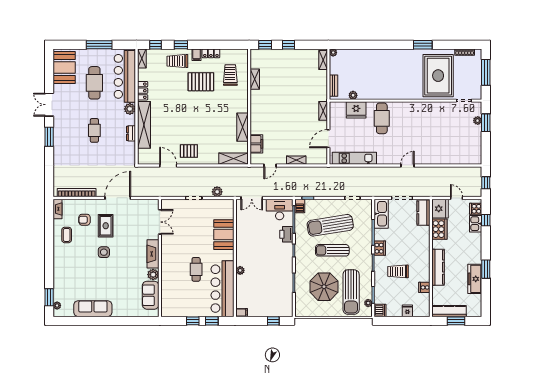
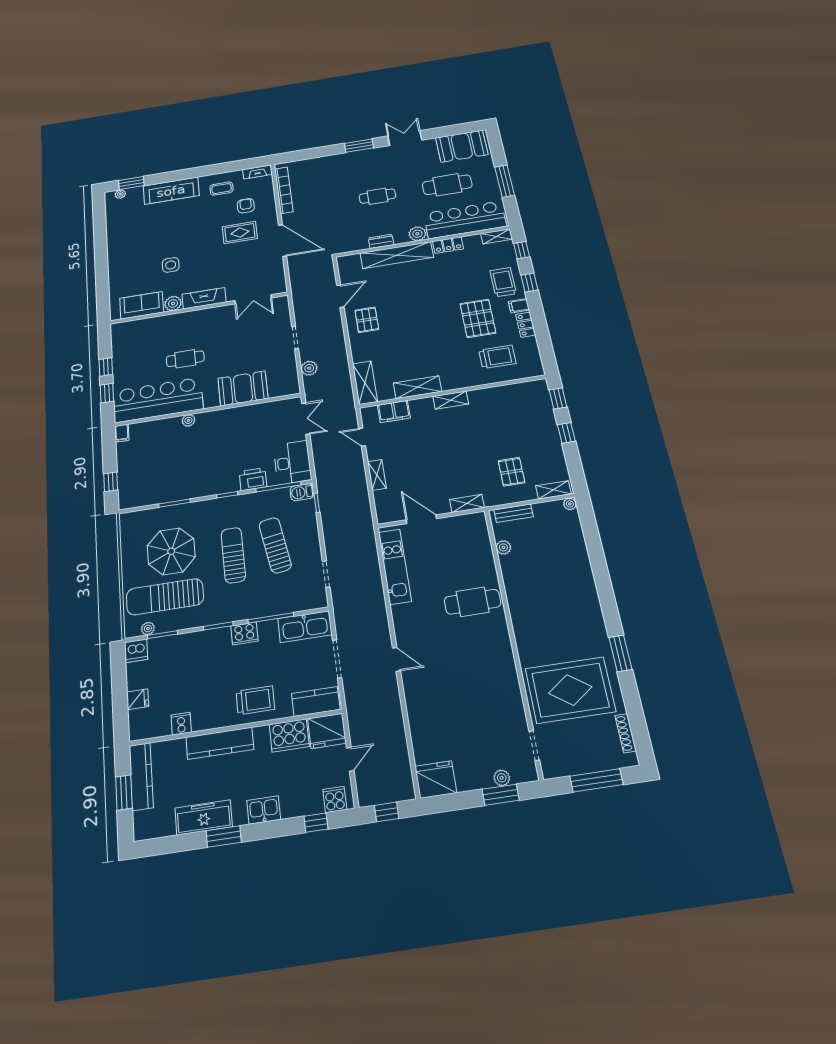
shelving: (255, 79) -> (451, 400), moved
pallet: (308, 82) -> (512, 472), added
fridge: (356, 110) -> (436, 780), moved, turned 90
double door: (252, 198) -> (306, 419), swing flipped
kitchen sink: (476, 224) -> (264, 810), moved
sun lounger: (330, 225) -> (275, 545), width x0.73, depth x0.75
side table: (104, 252) -> (171, 265), moved
trolley: (398, 271) -> (255, 700), moved, turned 90
sofa: (93, 309) -> (171, 191), moved, turned 90

